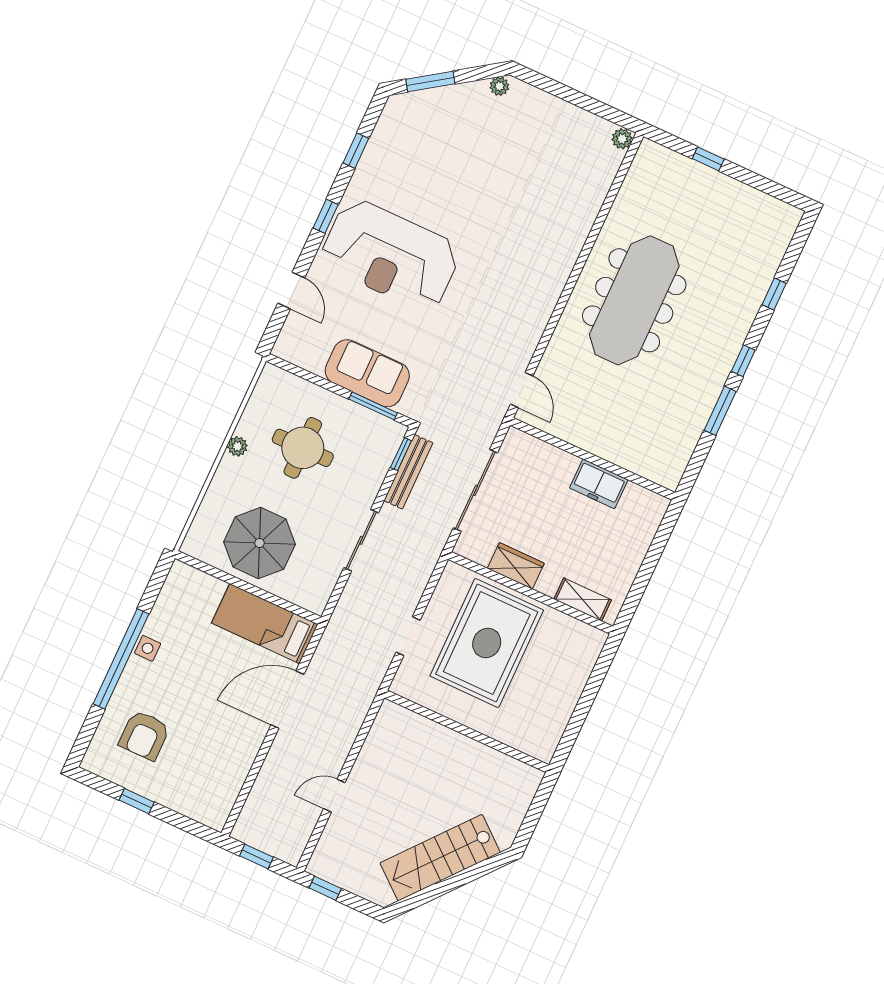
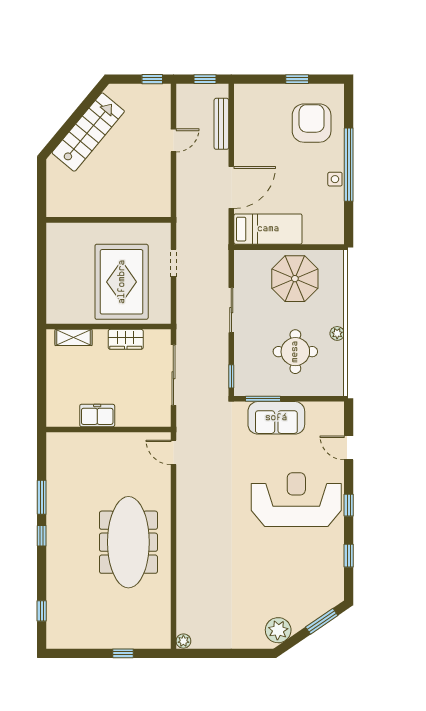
plant: (499, 86) -> (278, 630), width x1.87, depth x1.87
window: (774, 294) -> (42, 611), moved
bench: (408, 472) -> (221, 124), moved
armchair: (144, 735) -> (312, 123), width x1.36, depth x1.36

